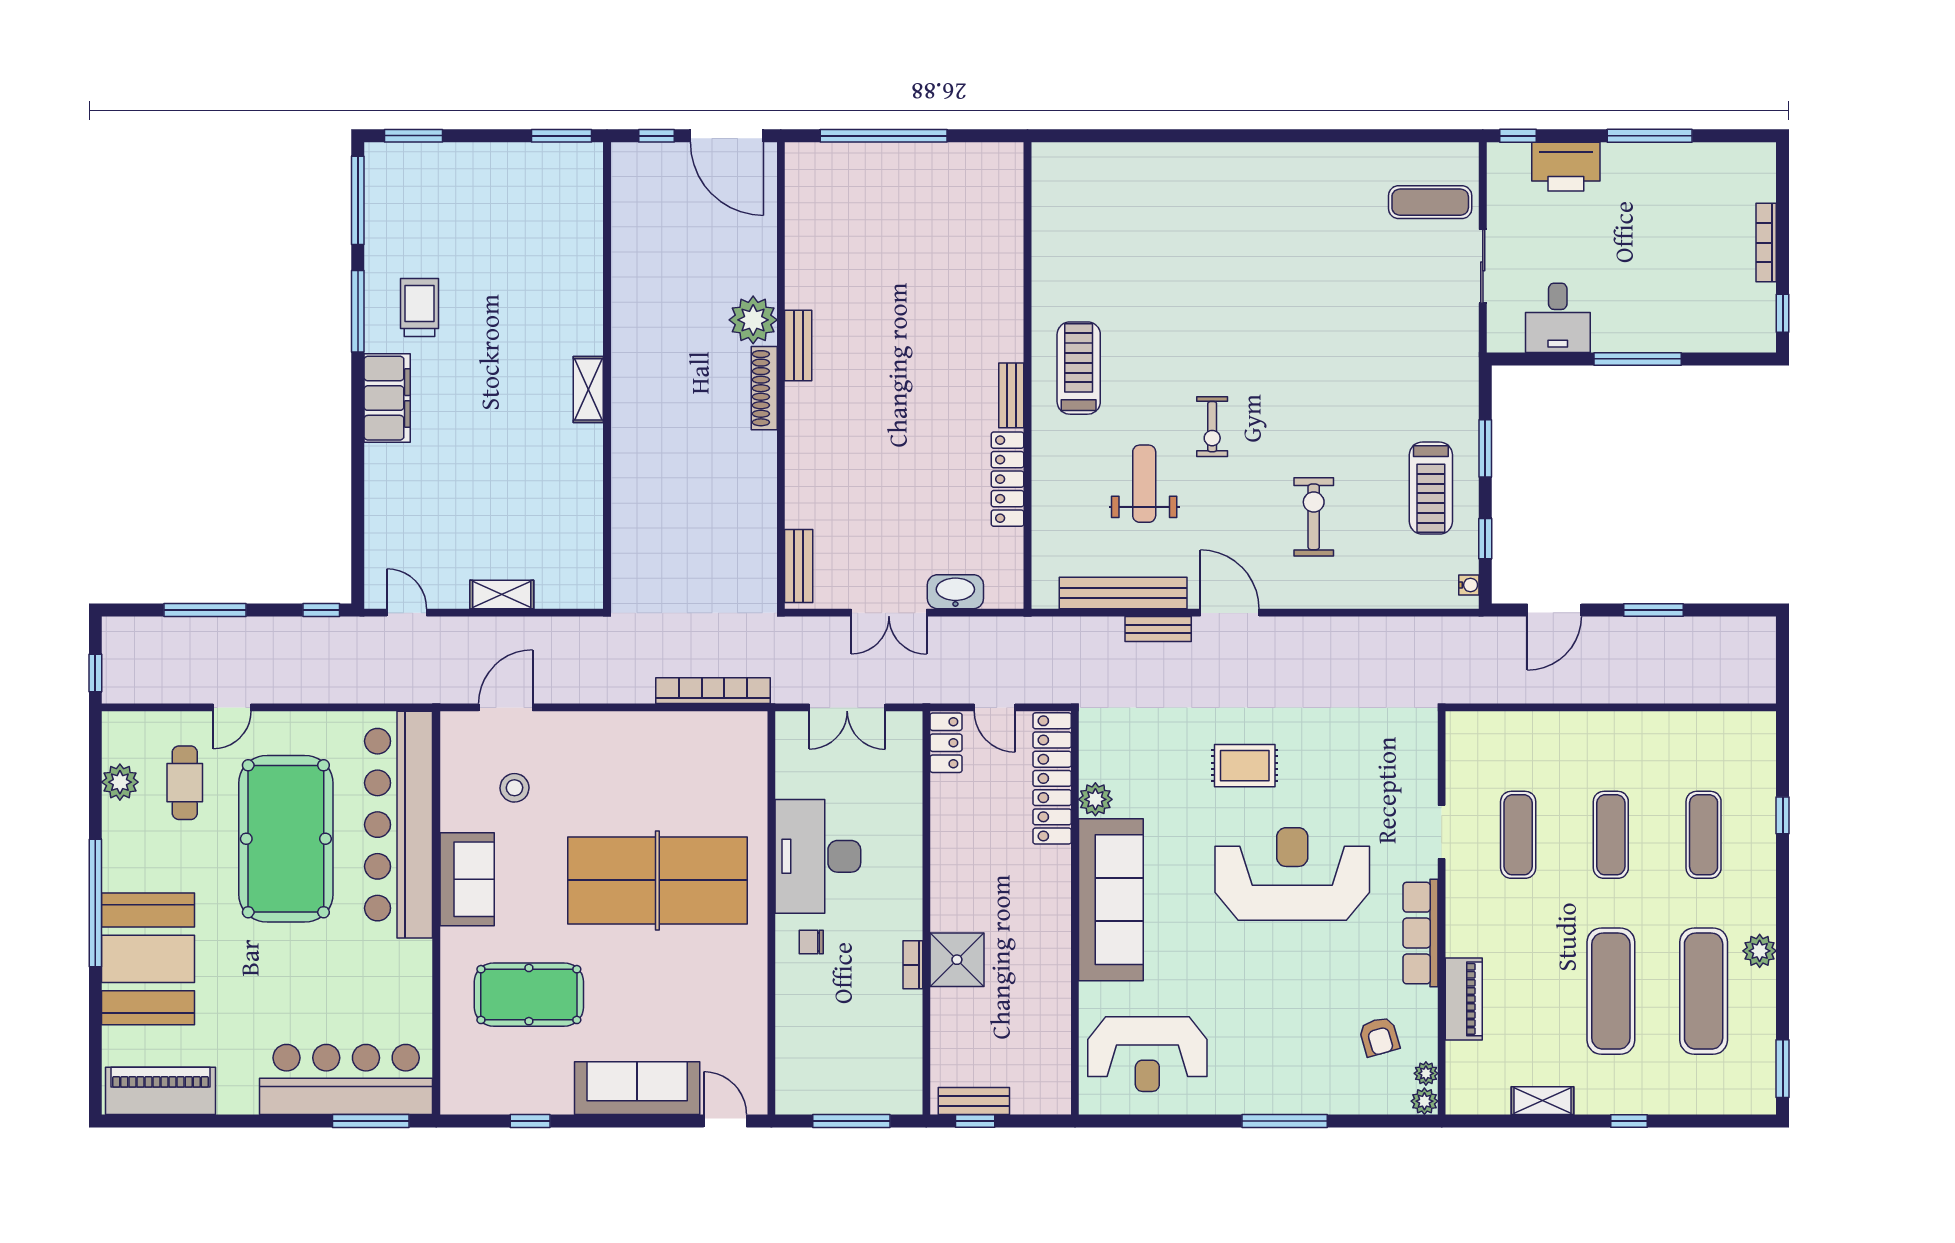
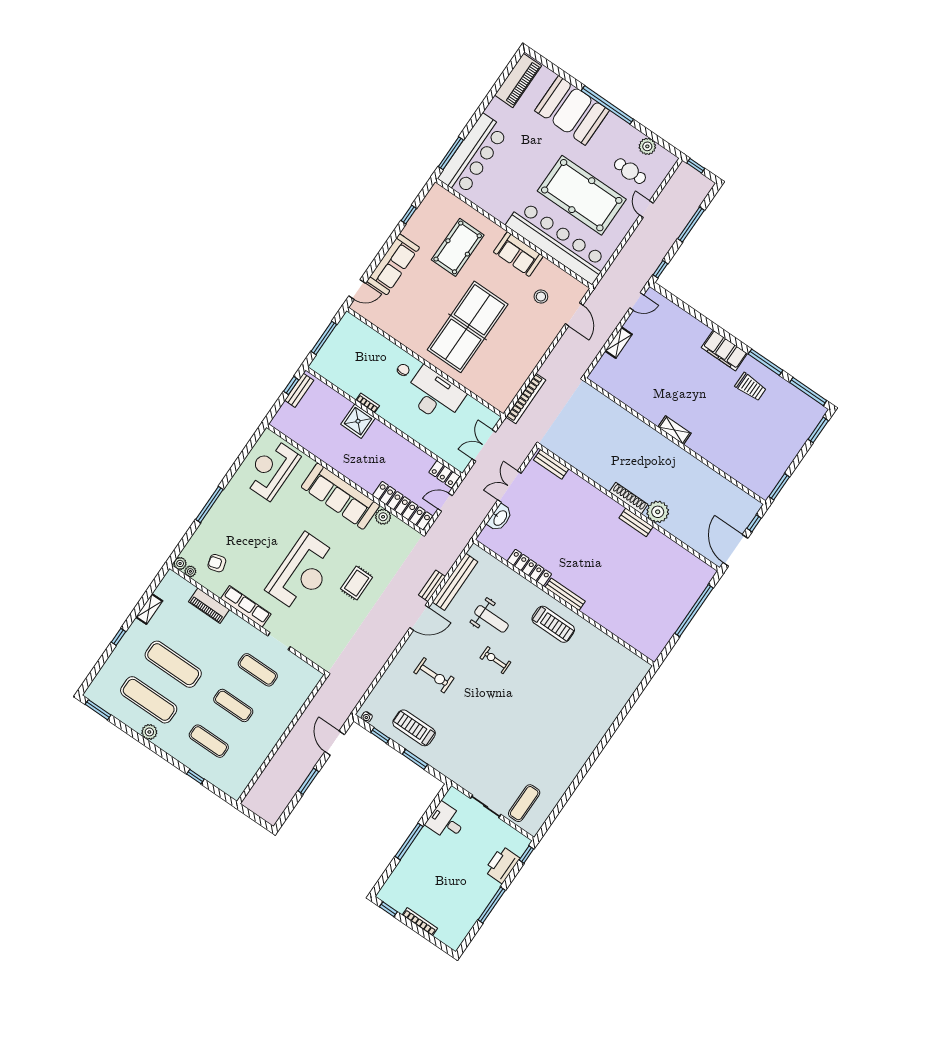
door: (727, 136) -> (735, 550), hinge flipped
bench: (1011, 395) -> (565, 594), width x1.36

